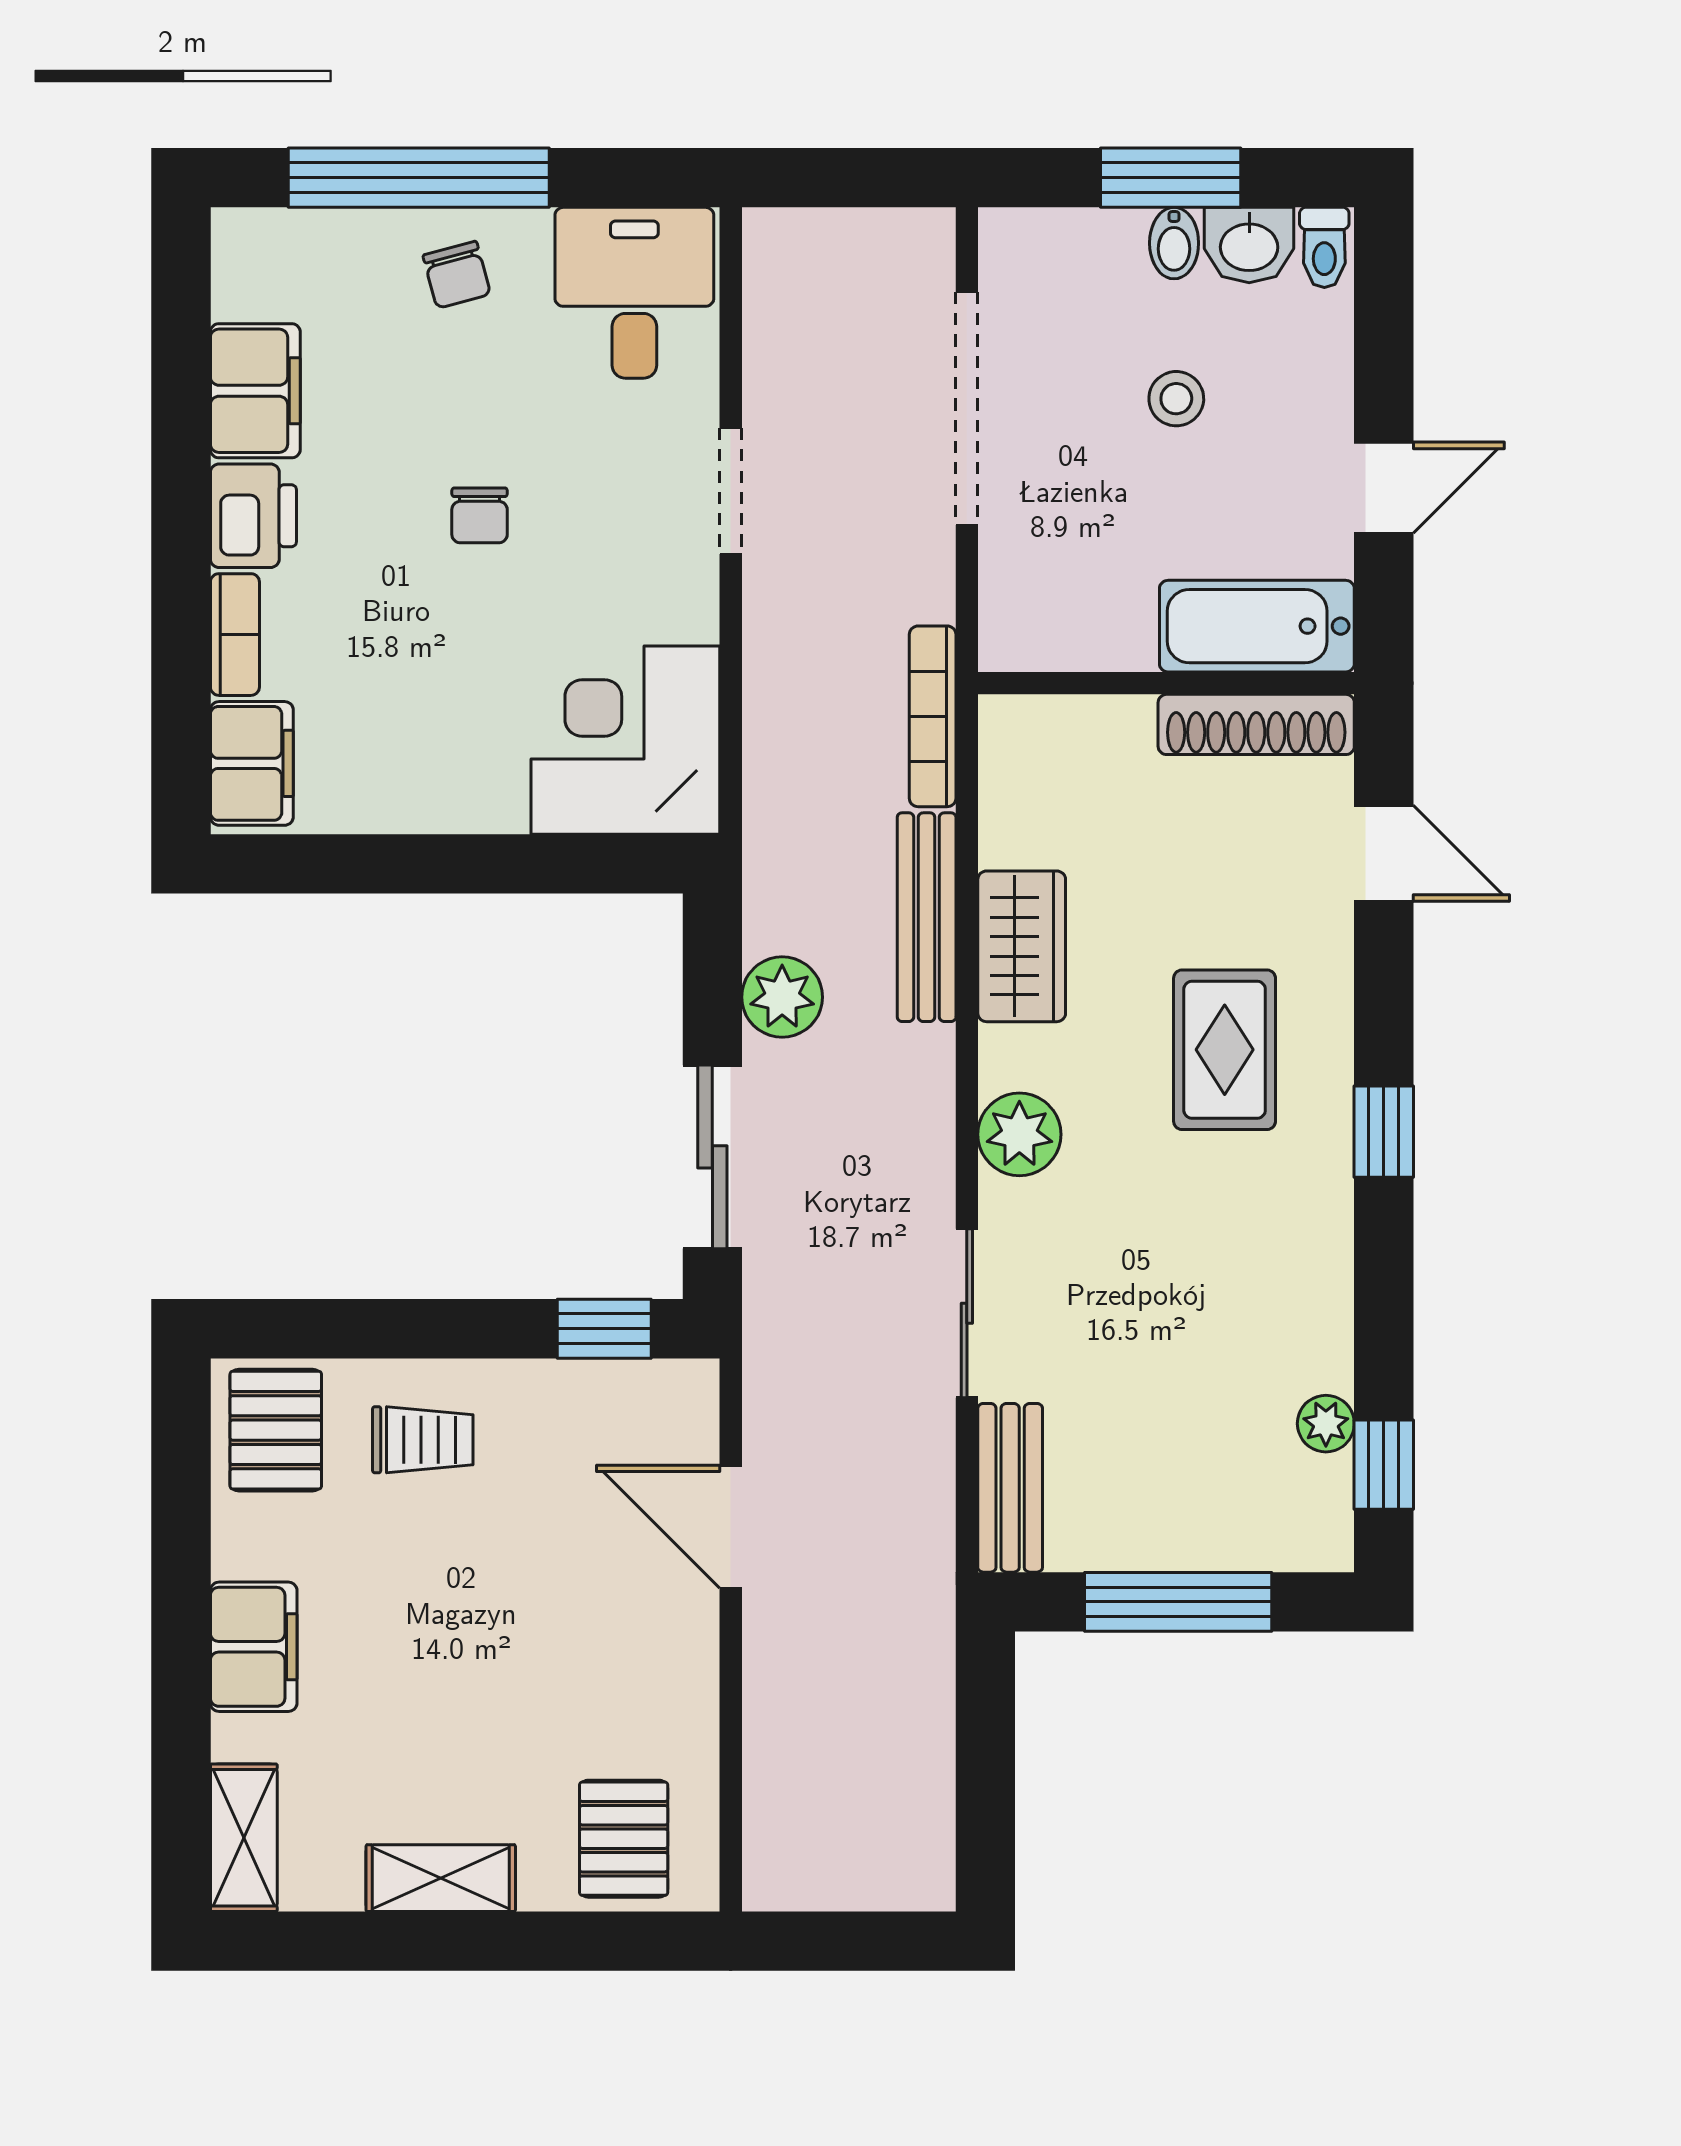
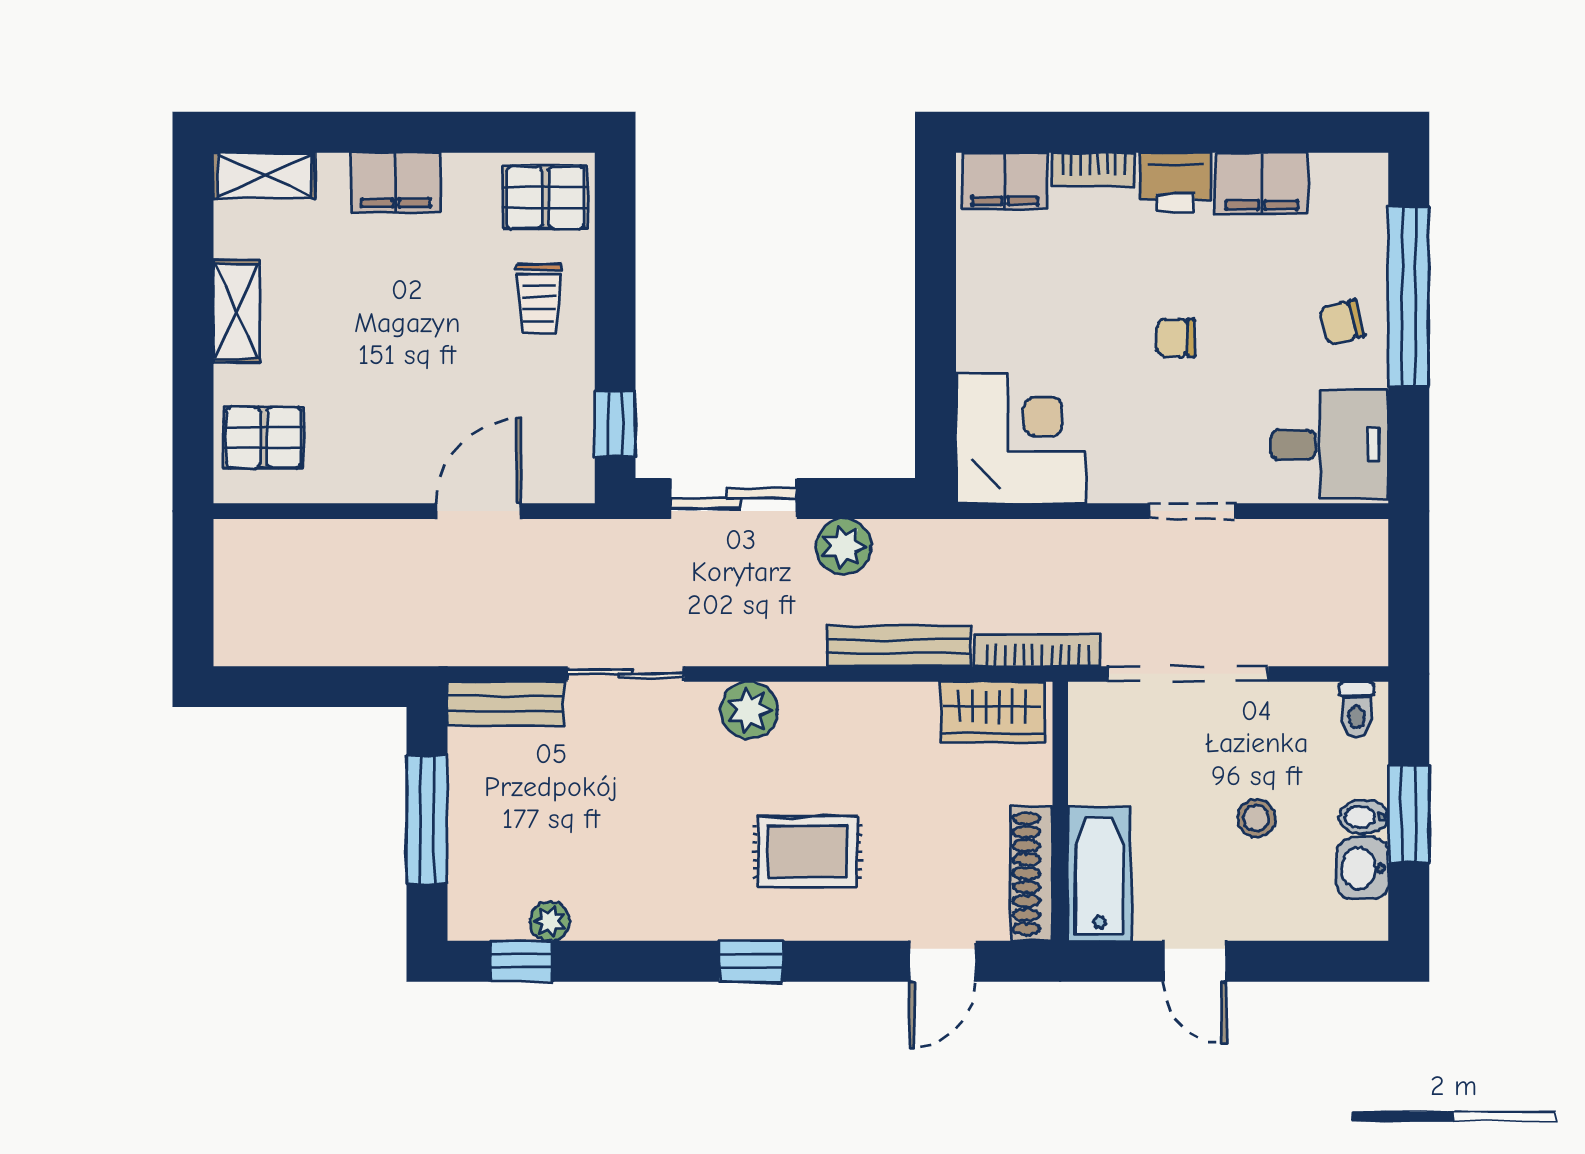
toilet: (1324, 247) -> (1357, 709), moved, turned -90
doorway: (967, 409) -> (1188, 674), moved
wardrobe: (1022, 946) -> (993, 712), moved

